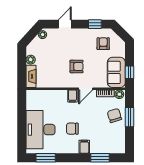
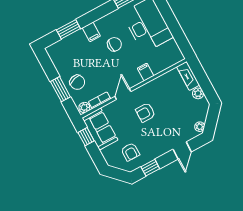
filing cabinet: (72, 96) -> (146, 72), moved

